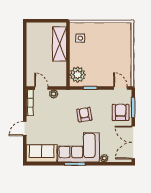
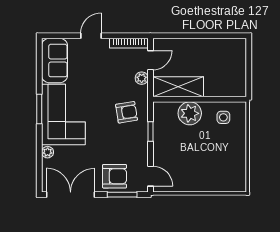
shelving: (60, 44) -> (178, 87), moved
plant: (78, 75) -> (190, 113), moved
door: (121, 88) -> (150, 176), hinge flipped
armchair: (84, 115) -> (127, 112), moved
door: (25, 129) -> (91, 36), hinge flipped

